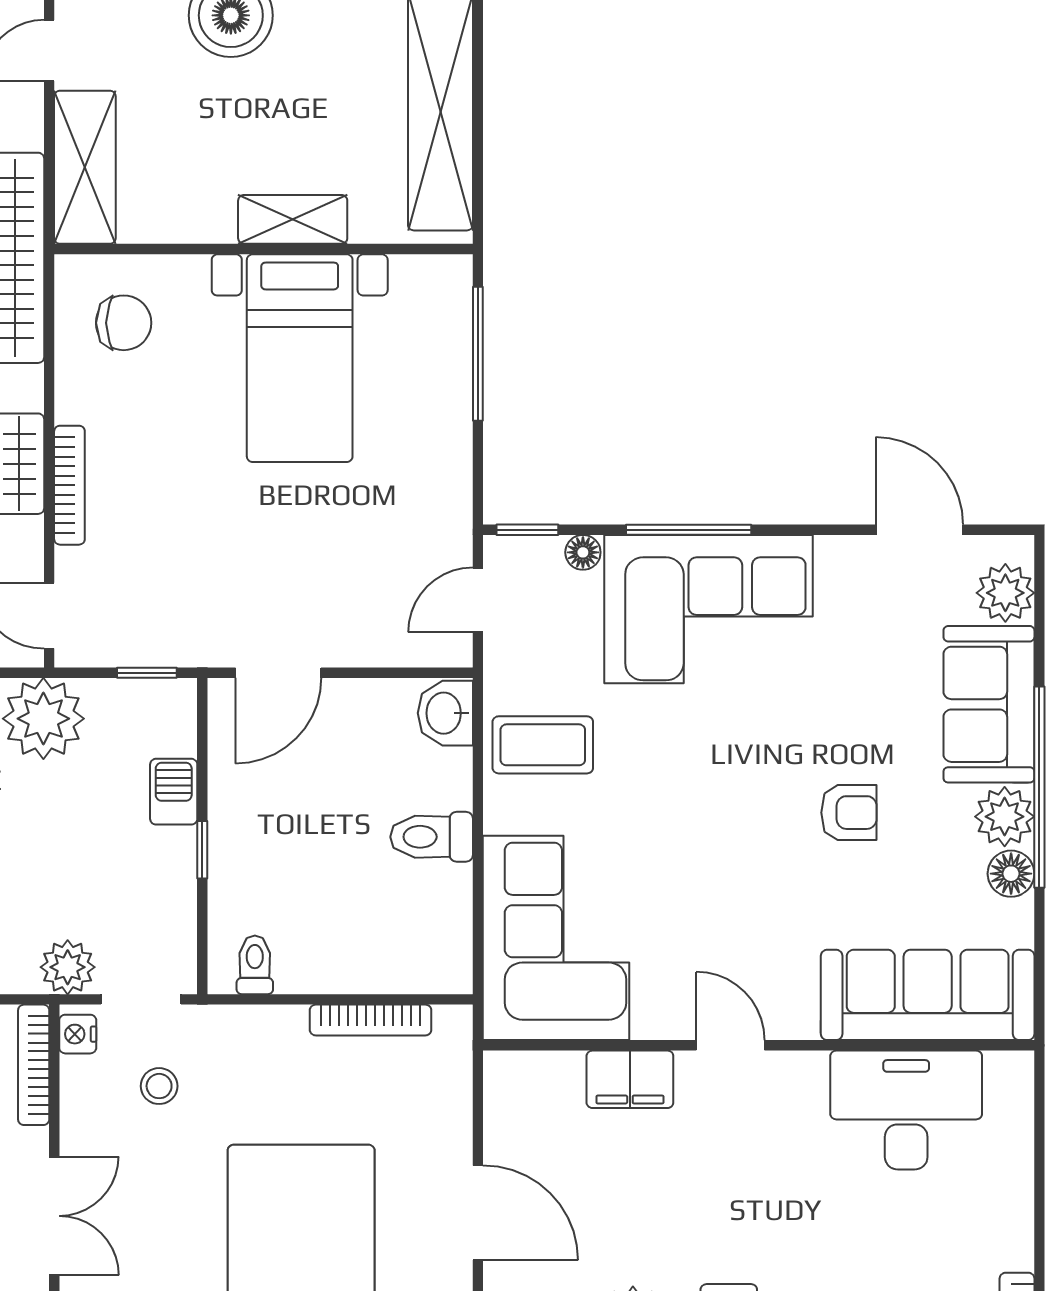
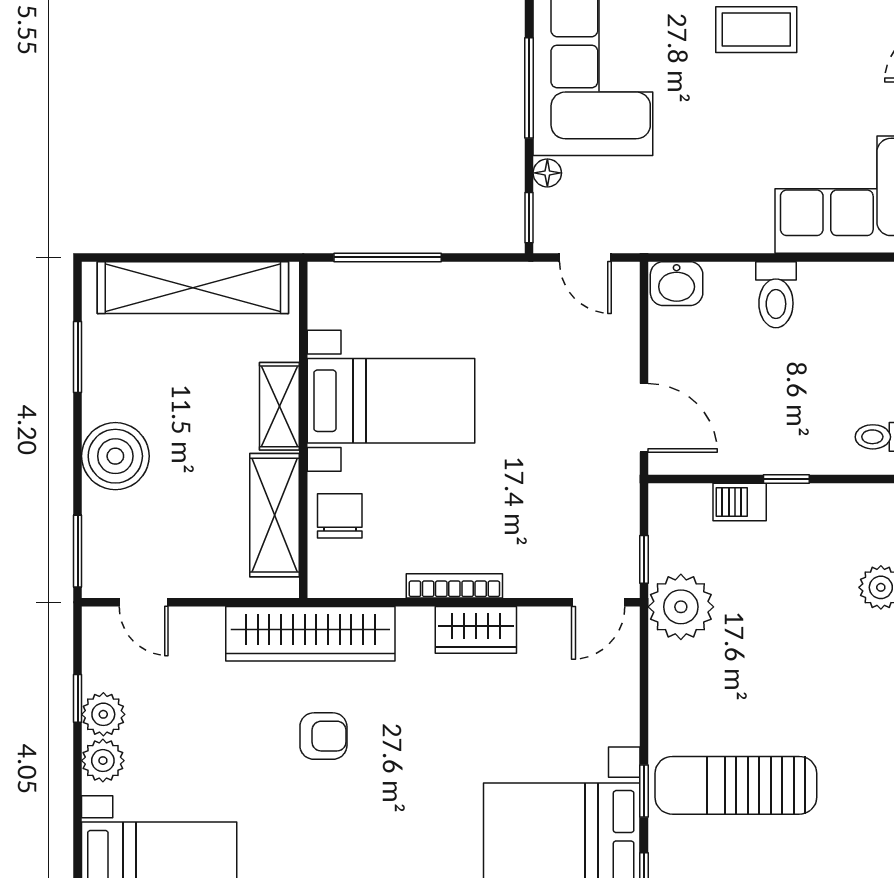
shelving: (85, 167) -> (275, 515), moved, turned 90
chair: (124, 323) -> (340, 516), moved
bookcase: (69, 485) -> (454, 586), moved
window: (147, 673) -> (644, 559), moved
coffee table: (543, 745) -> (756, 30), moved, turned 90

